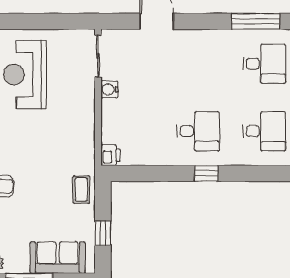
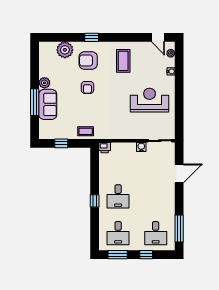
sofa: (58, 258) -> (48, 104), moved

